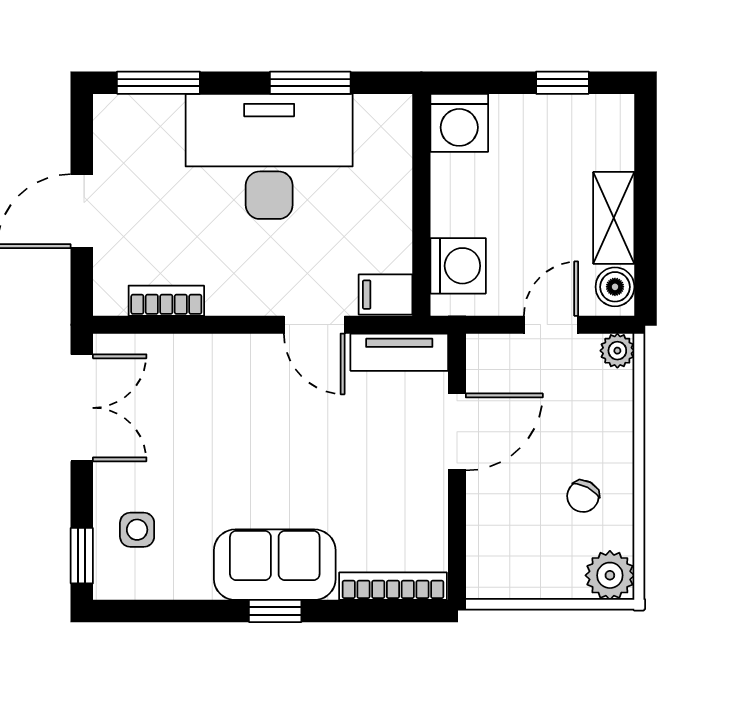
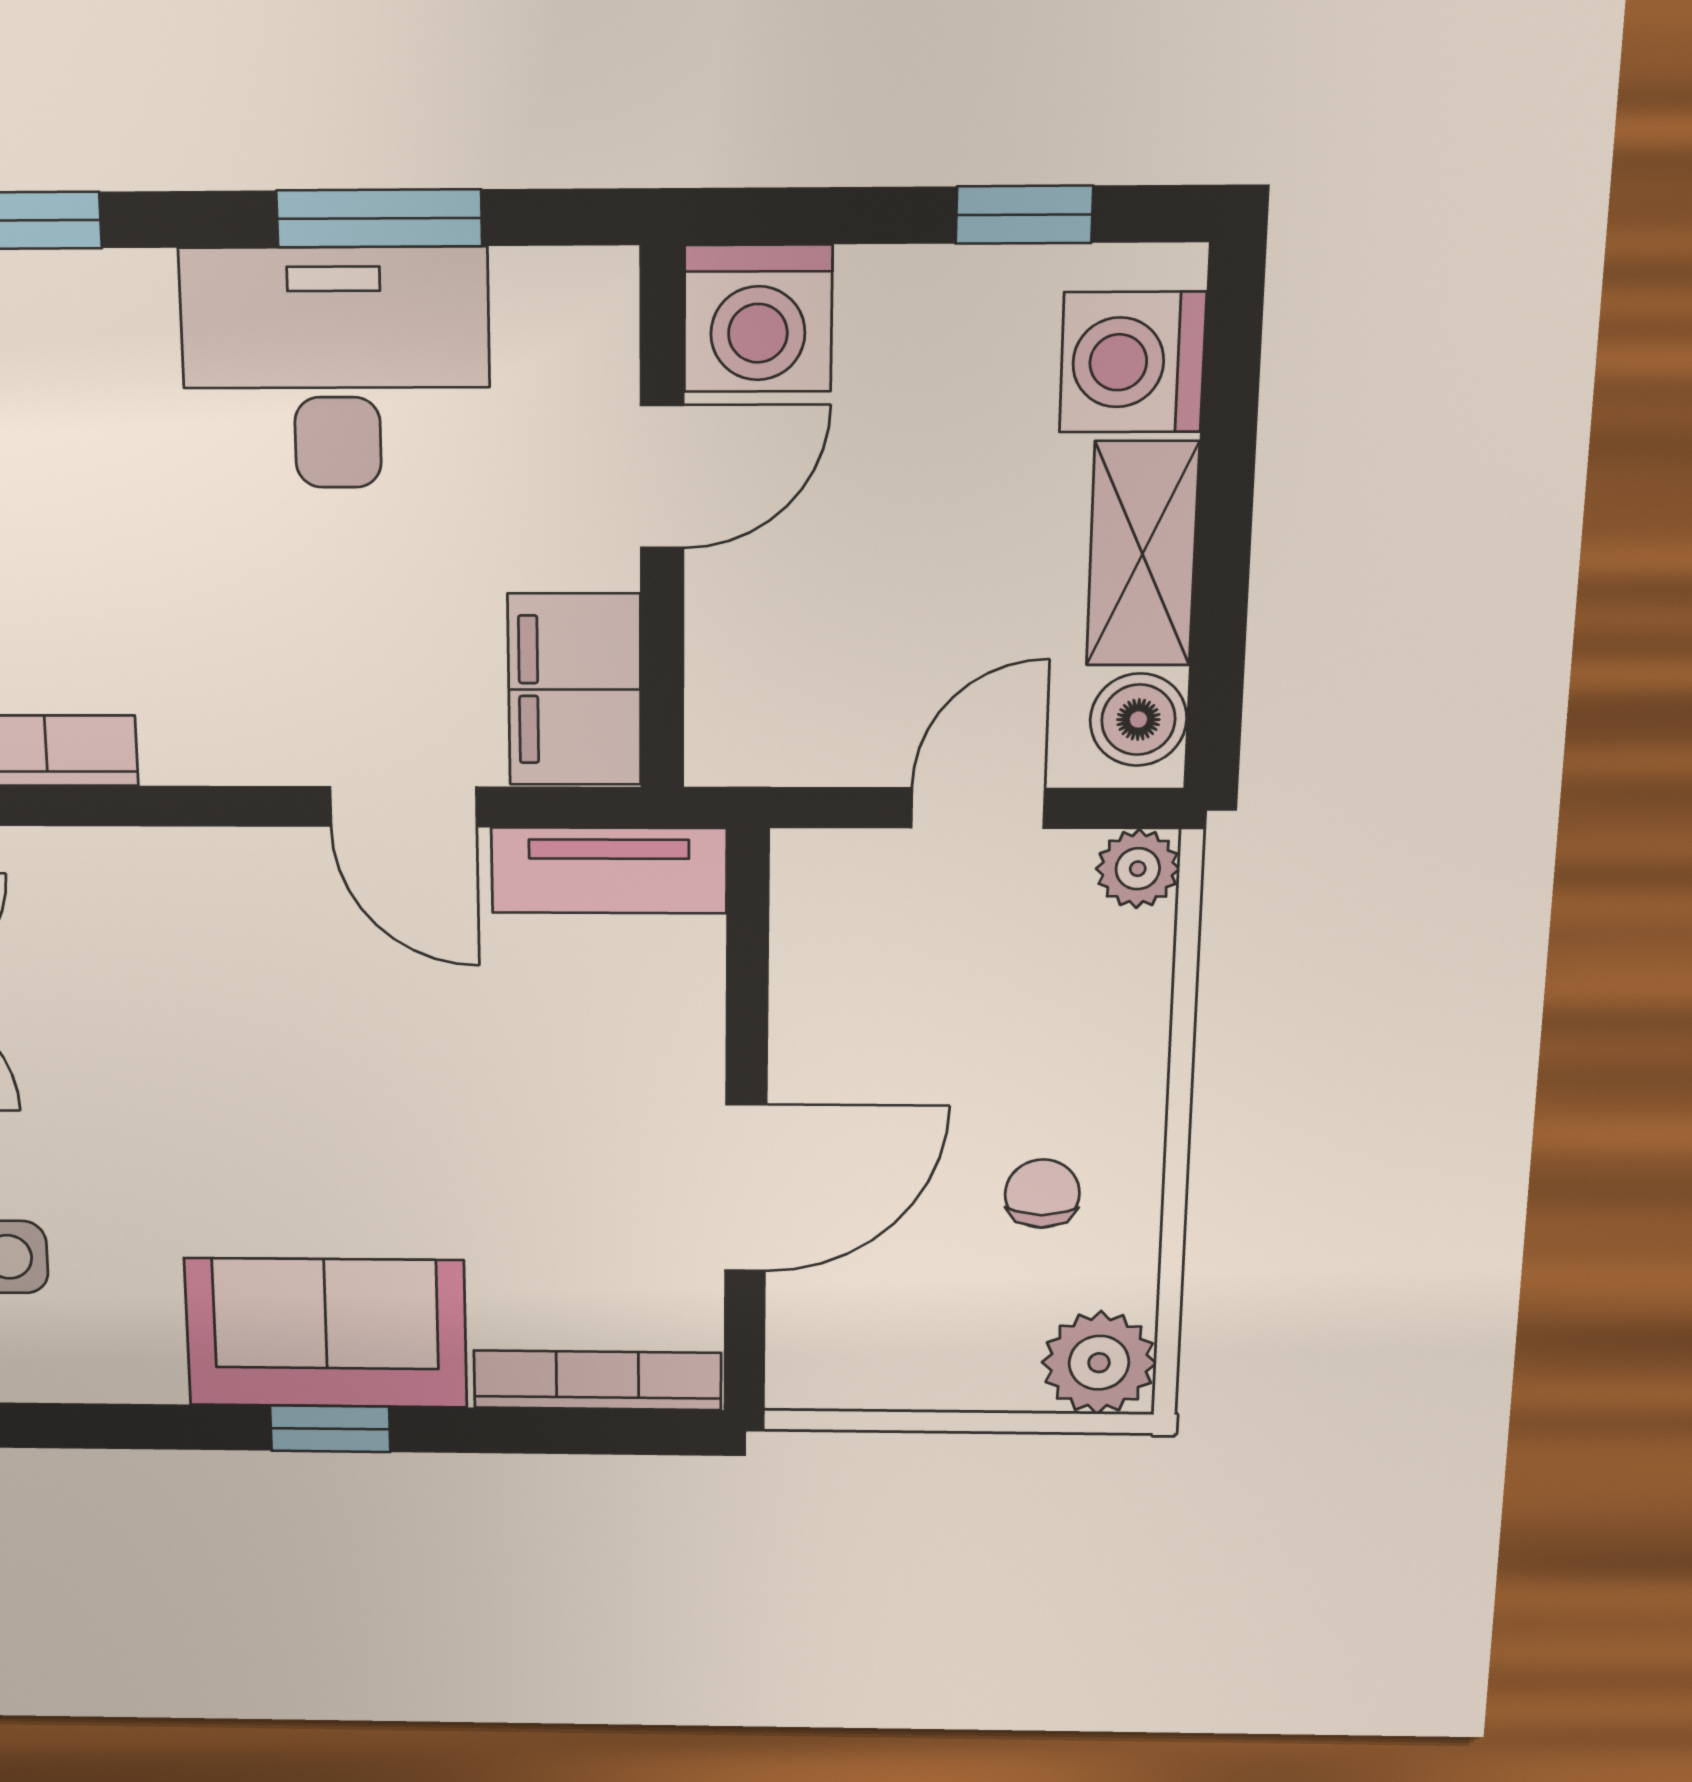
desk: (269, 156) -> (336, 368), width x0.73, depth x0.77
door: (421, 186) -> (662, 477), added
washing machine: (458, 266) -> (1133, 362), moved, turned 180
filing cabinet: (386, 295) -> (575, 690), width x2.00
door: (457, 432) -> (746, 1188), moved
chair: (583, 496) -> (1042, 1194), turned 152

